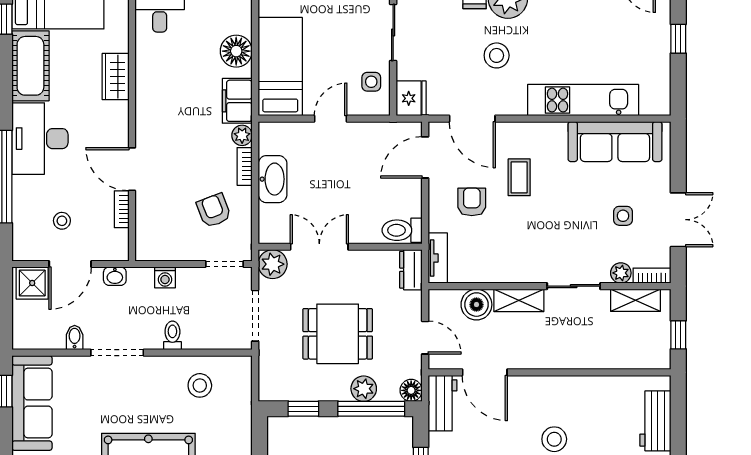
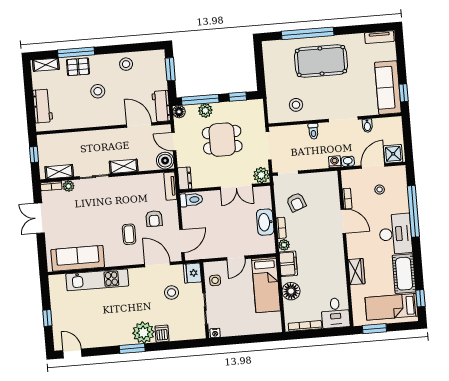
stool: (497, 55) -> (172, 292), moved
side table: (623, 216) -> (70, 218), removed
washing machine: (165, 277) -> (335, 162), moved
boiler: (476, 305) -> (165, 161), moved

